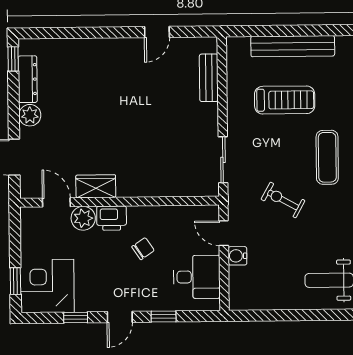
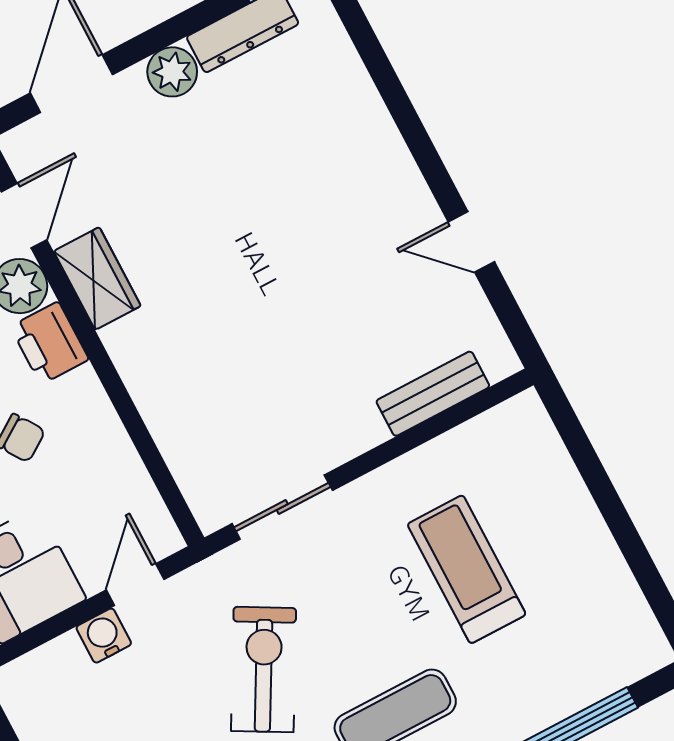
bench: (293, 46) -> (583, 530), removed
treadmill: (285, 100) -> (467, 569), turned 180
exercise bike: (283, 200) -> (264, 670), width x1.38, depth x1.39

